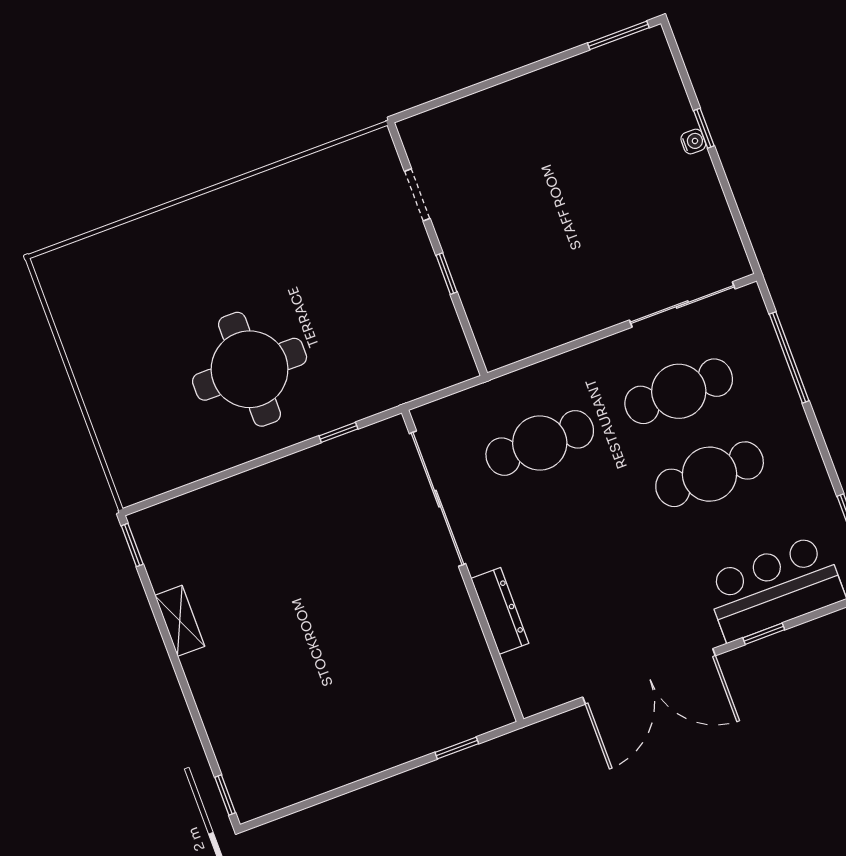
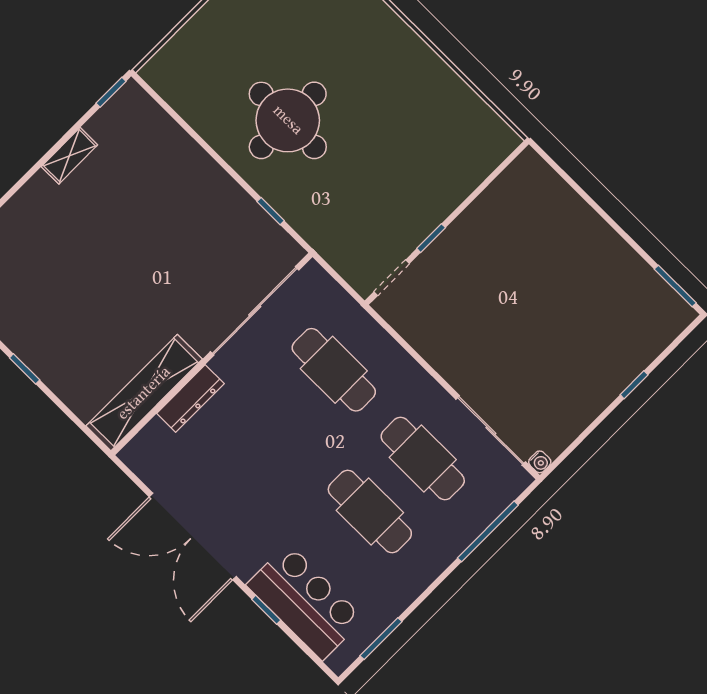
water cooler: (693, 142) -> (540, 462), moved
doorway: (417, 195) -> (392, 278), moved
shelving: (471, 658) -> (144, 393), added
window: (457, 748) -> (25, 369), moved

